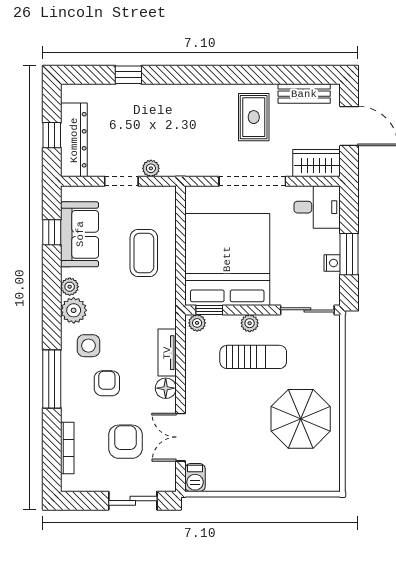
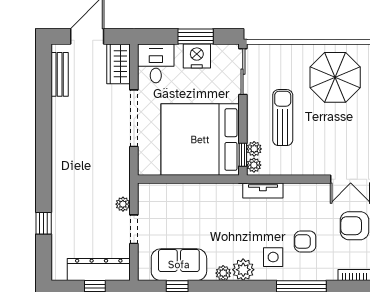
rug: (254, 117) -> (80, 117), removed
coffee table: (144, 253) -> (195, 210), removed
nightstand: (332, 263) -> (197, 56), width x1.89, depth x1.79
plant: (250, 323) -> (254, 149), moved
tv unit: (167, 353) -> (263, 191), moved
floor lamp: (166, 388) -> (309, 192), removed

